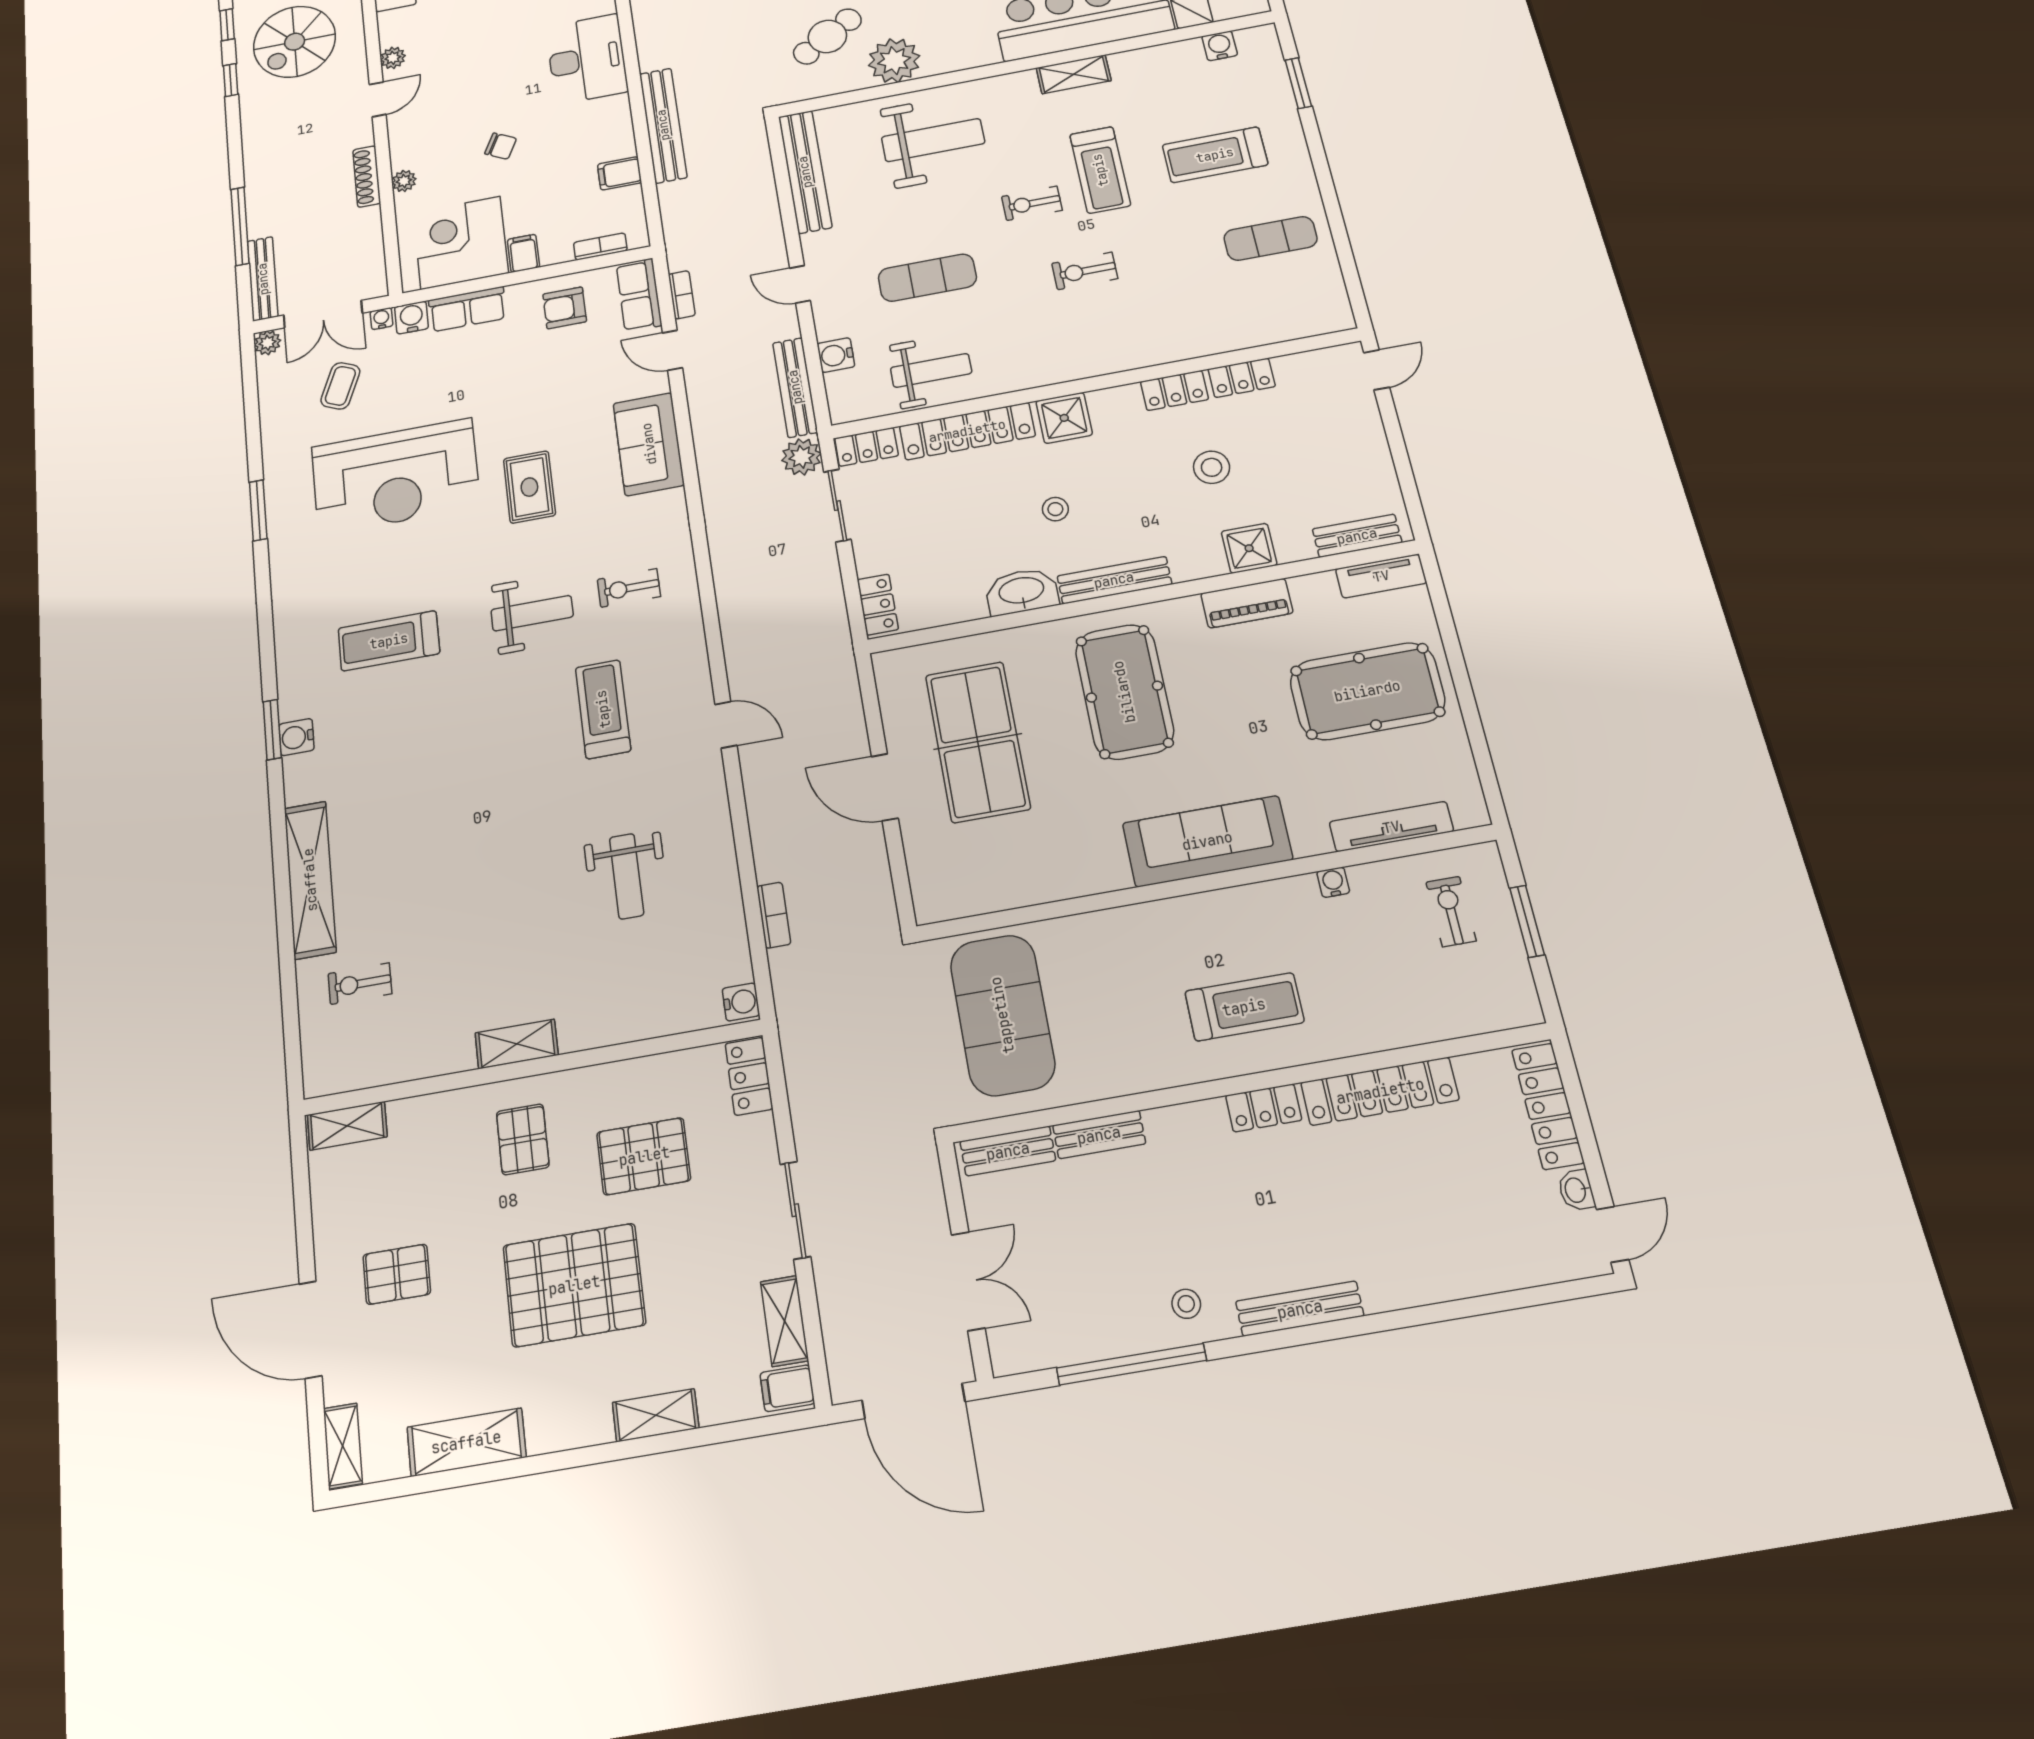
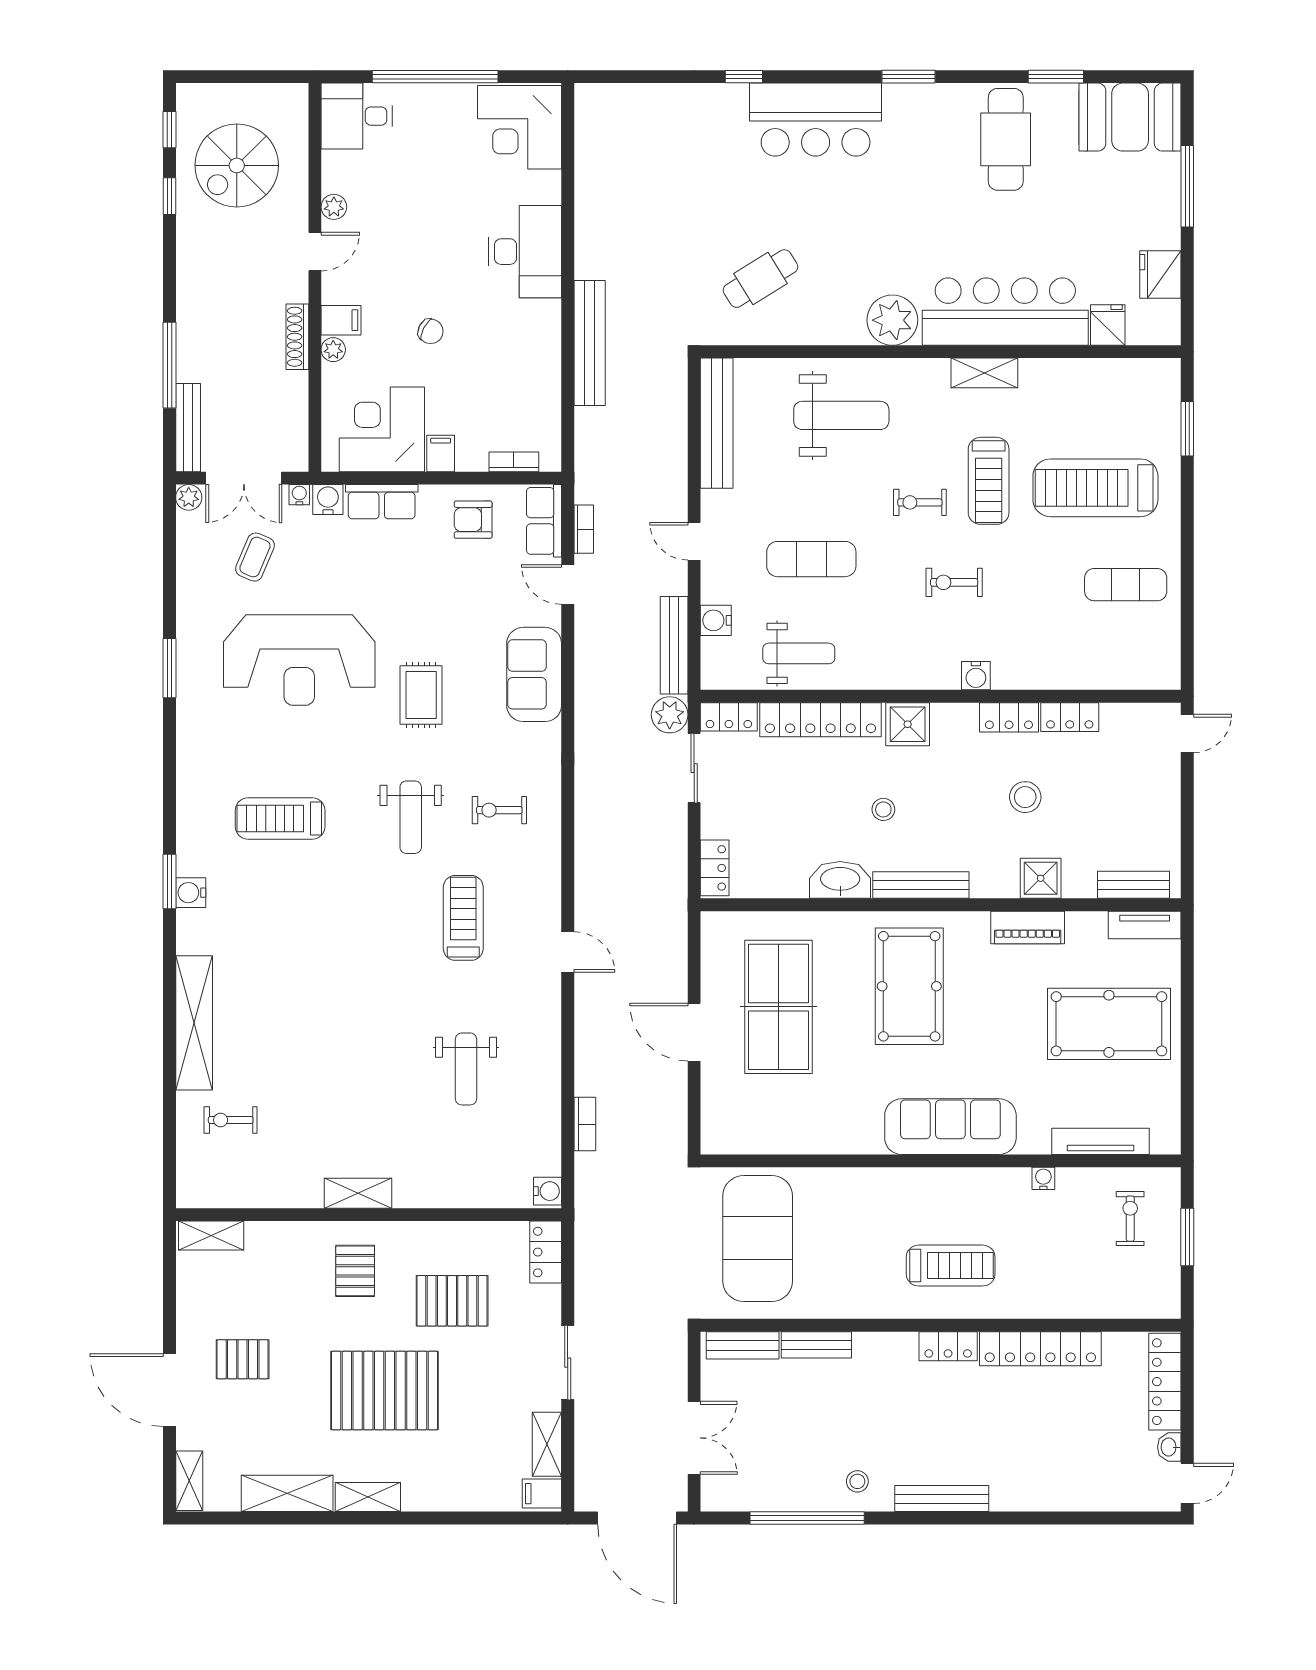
water cooler: (1220, 46) -> (976, 676), moved, turned 180
plant: (894, 61) -> (892, 320), moved
treadmill: (1215, 155) -> (1095, 488), width x1.37, depth x1.38
filing cabinet: (620, 173) -> (341, 320), moved, turned 180
weight bench: (532, 613) -> (411, 817), turned 90
shelving: (656, 1415) -> (368, 1497), moved

